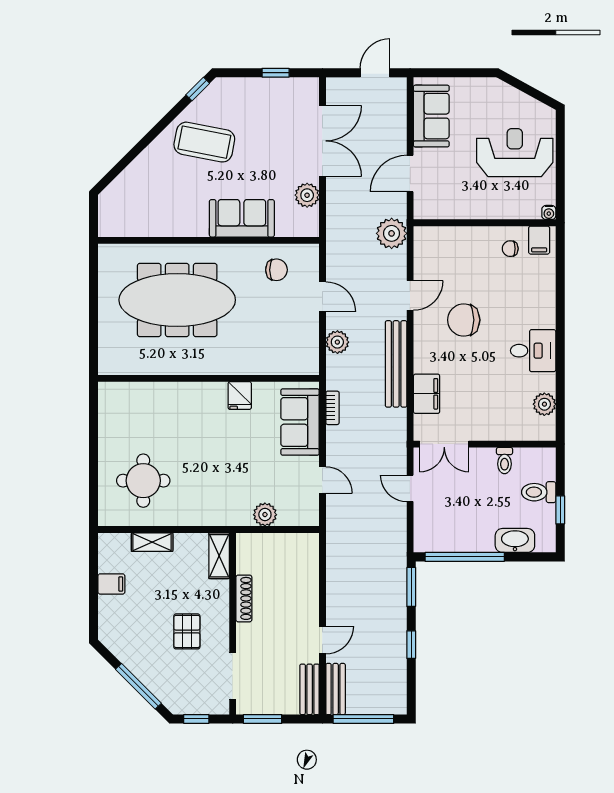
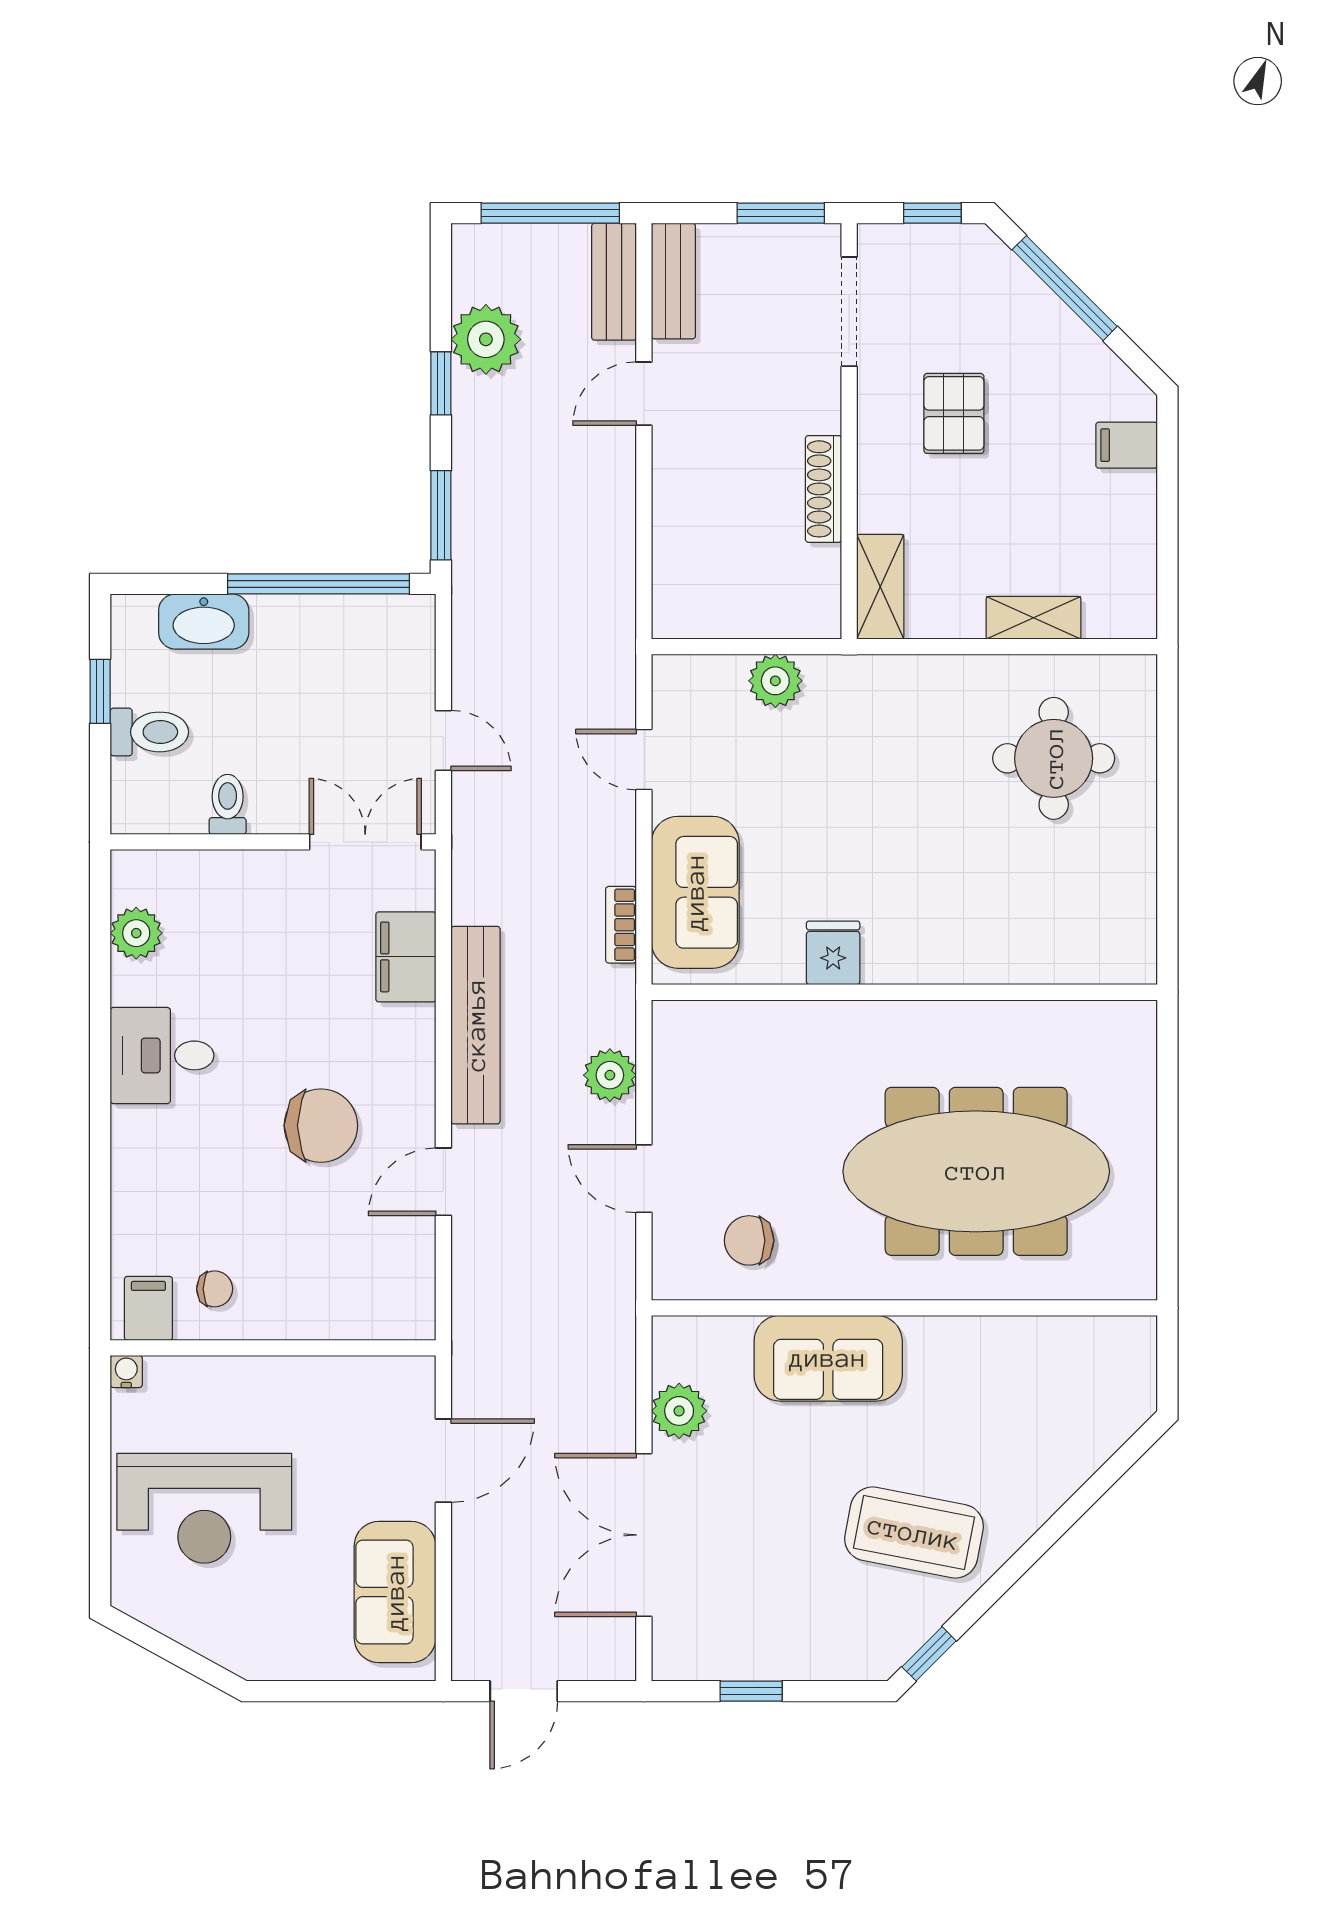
plant: (392, 233) -> (486, 339), moved
filing cabinet: (111, 584) -> (1127, 445), moved

